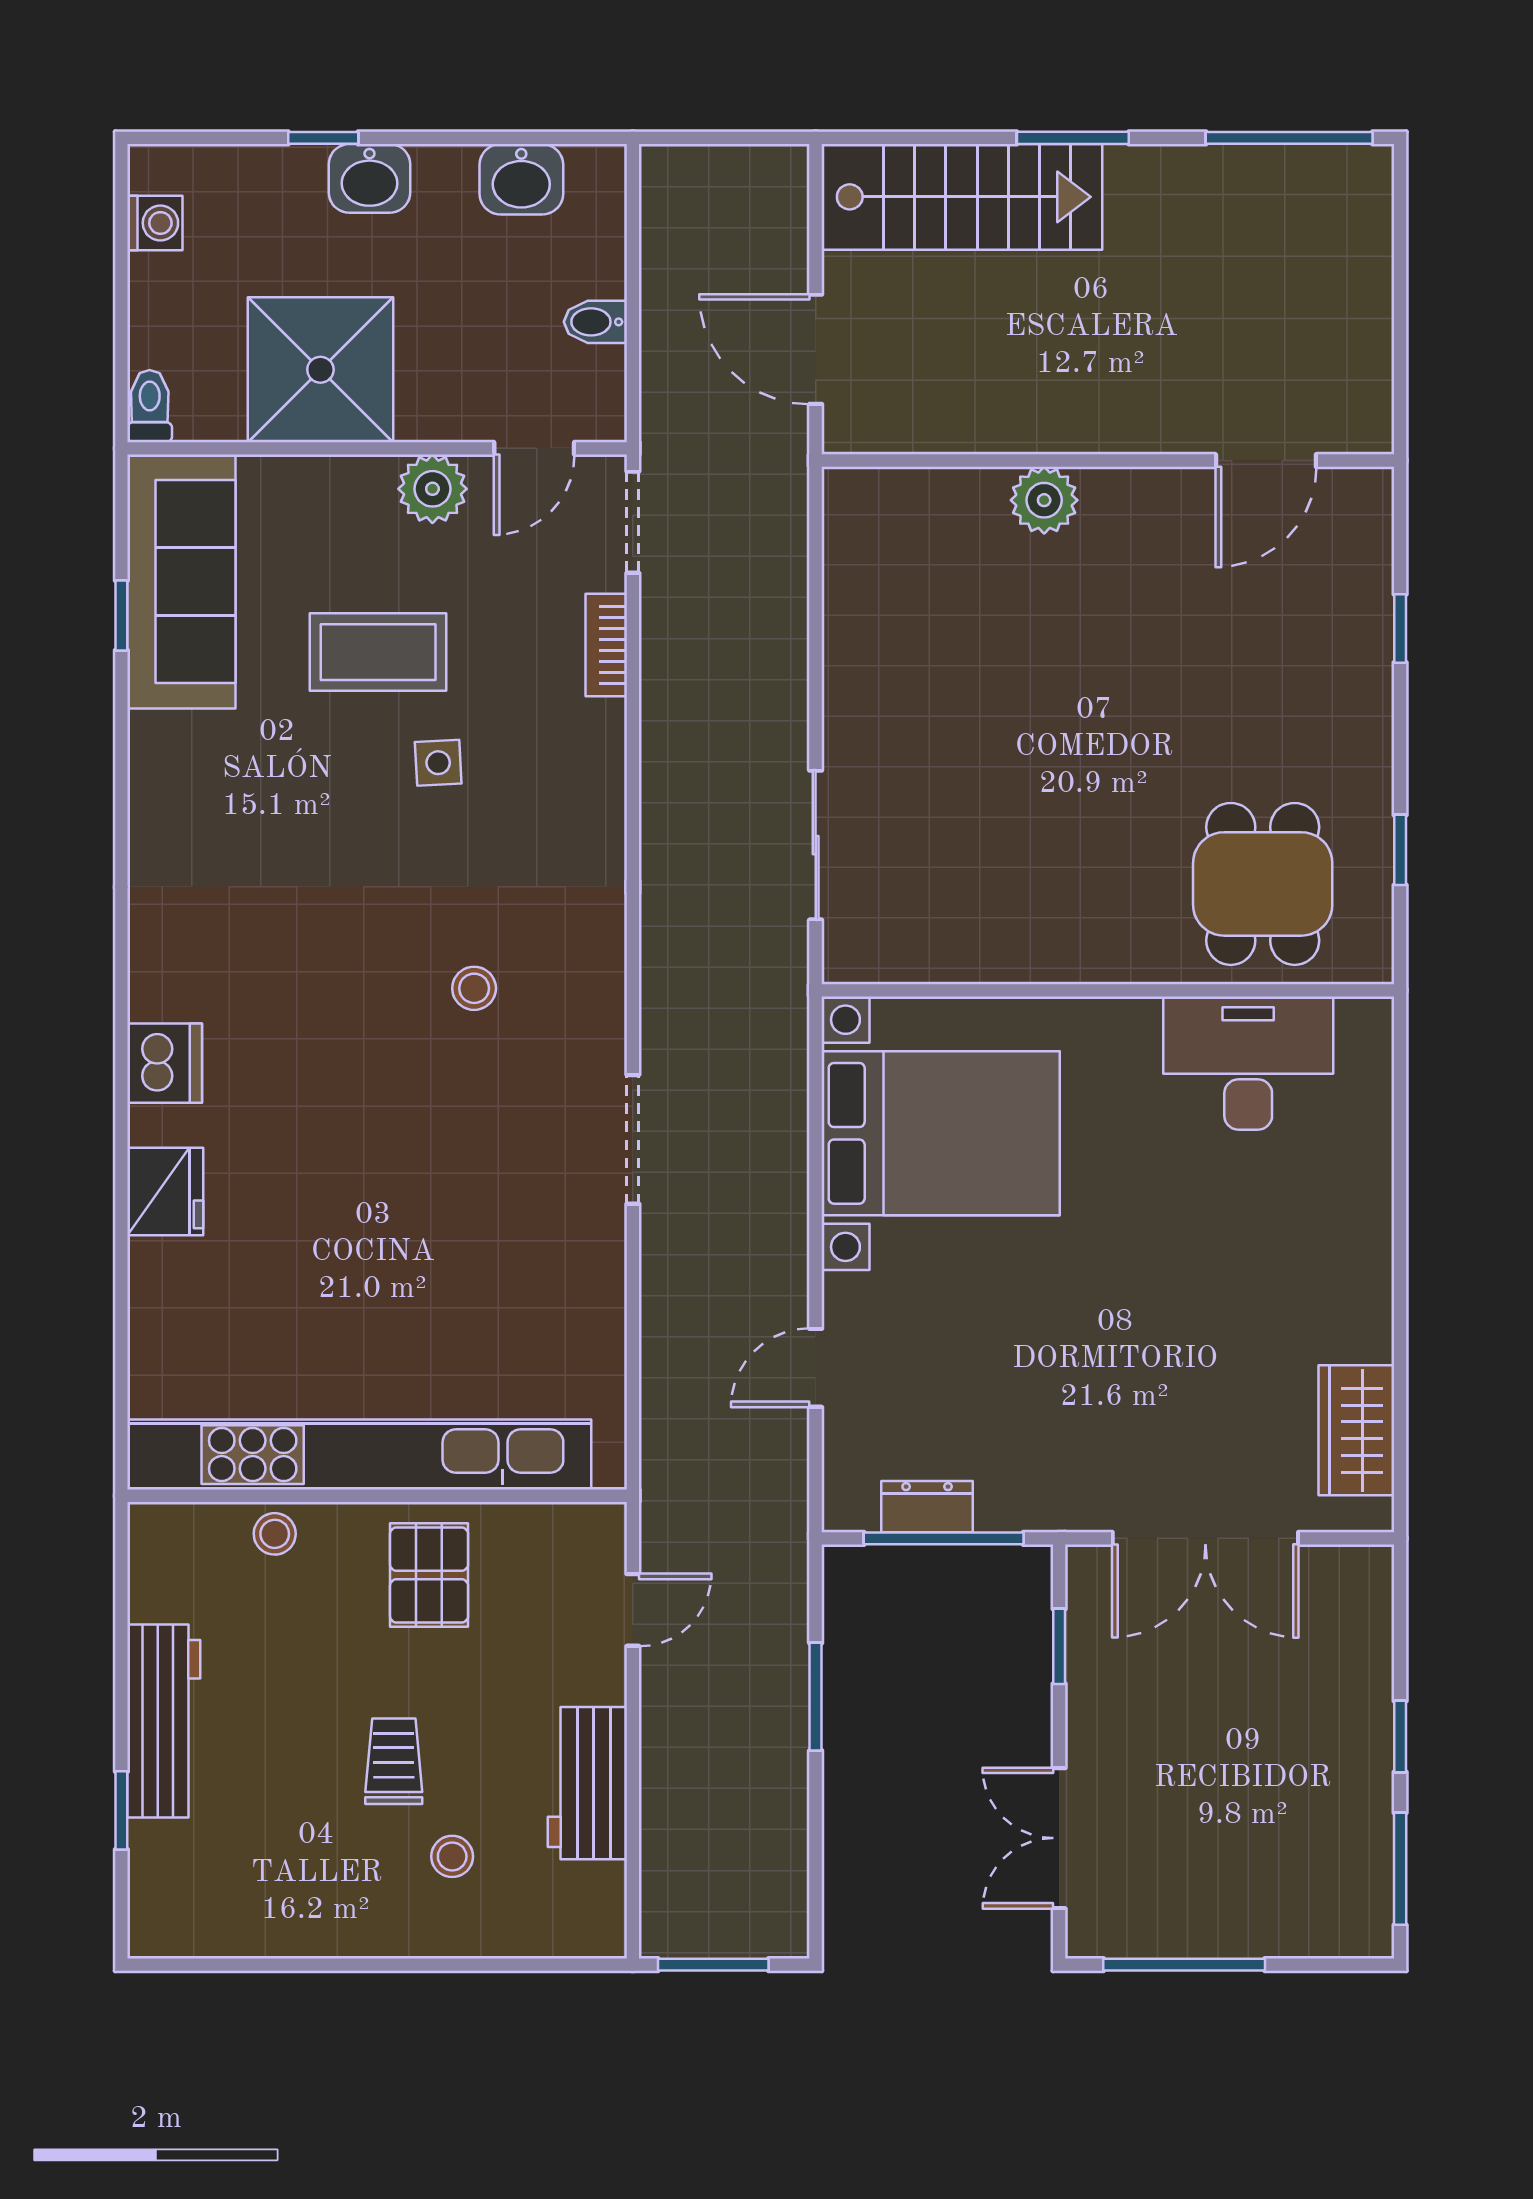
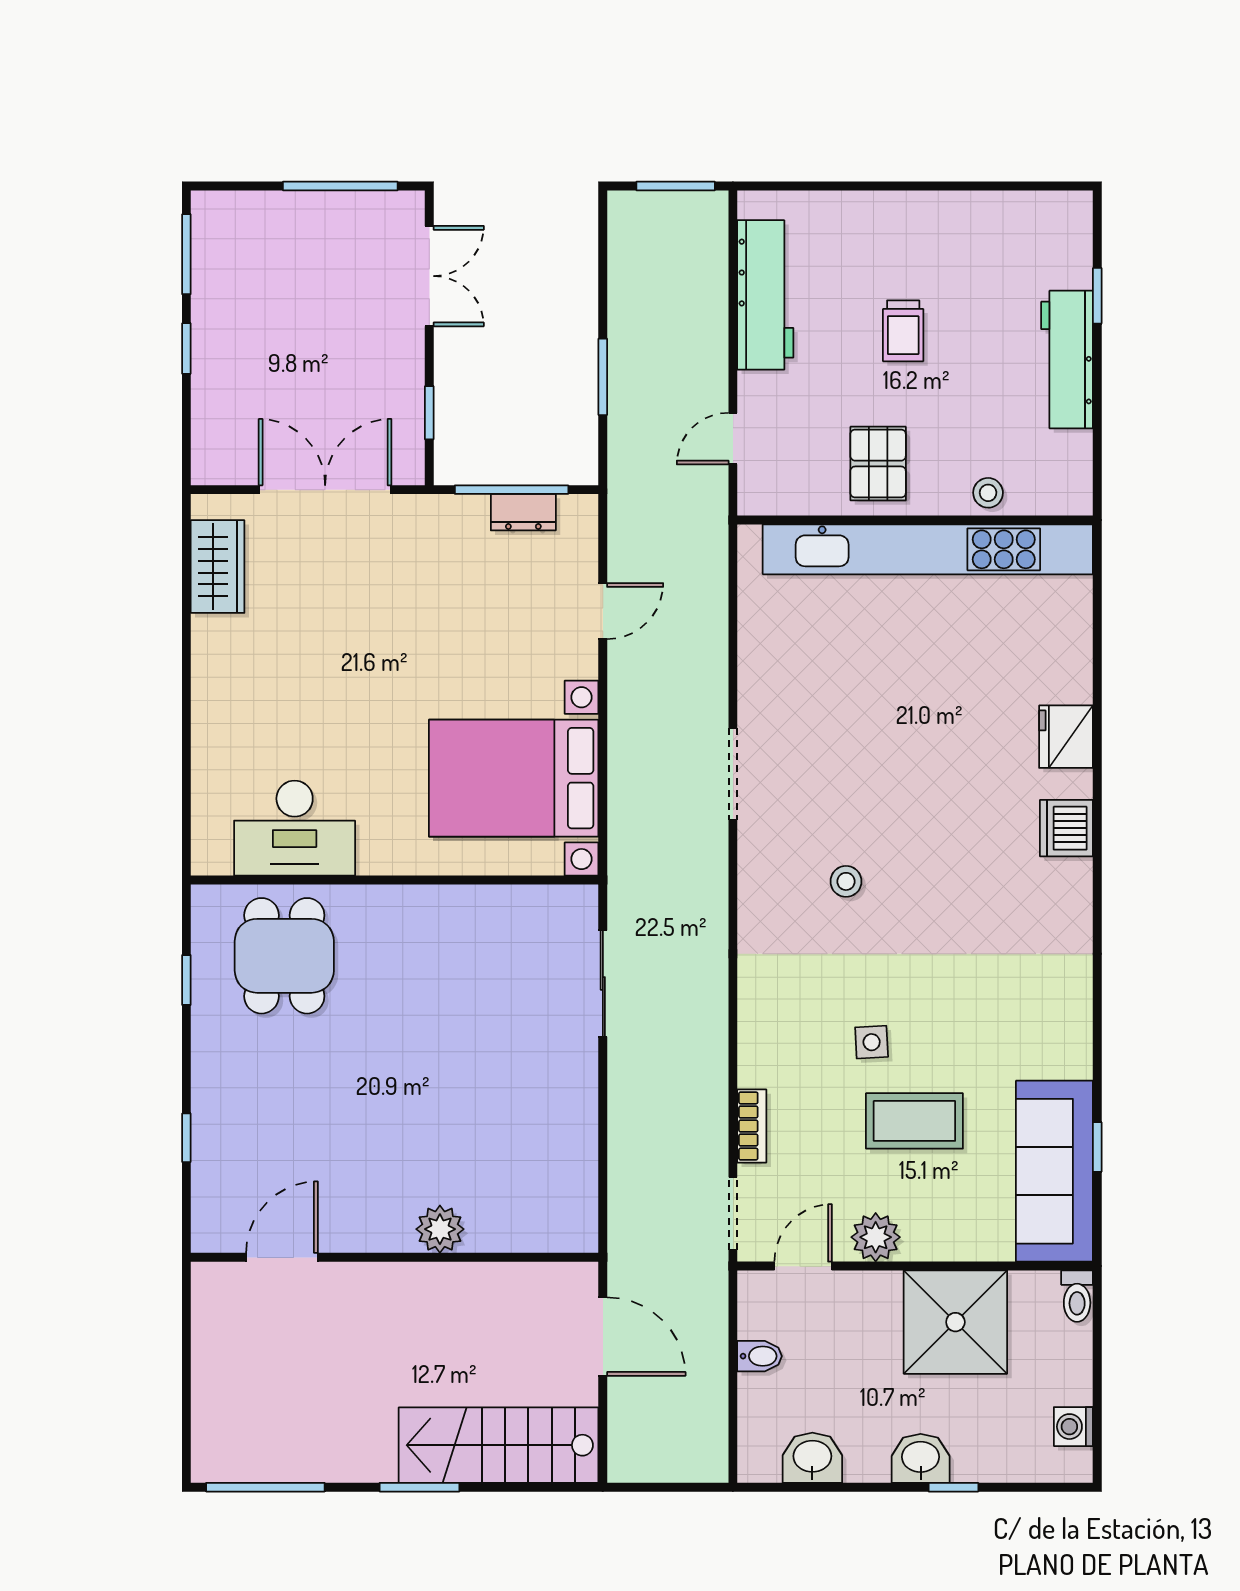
workbench: (587, 1783) -> (765, 295), width x1.38
stool: (452, 1856) -> (862, 263), removed

